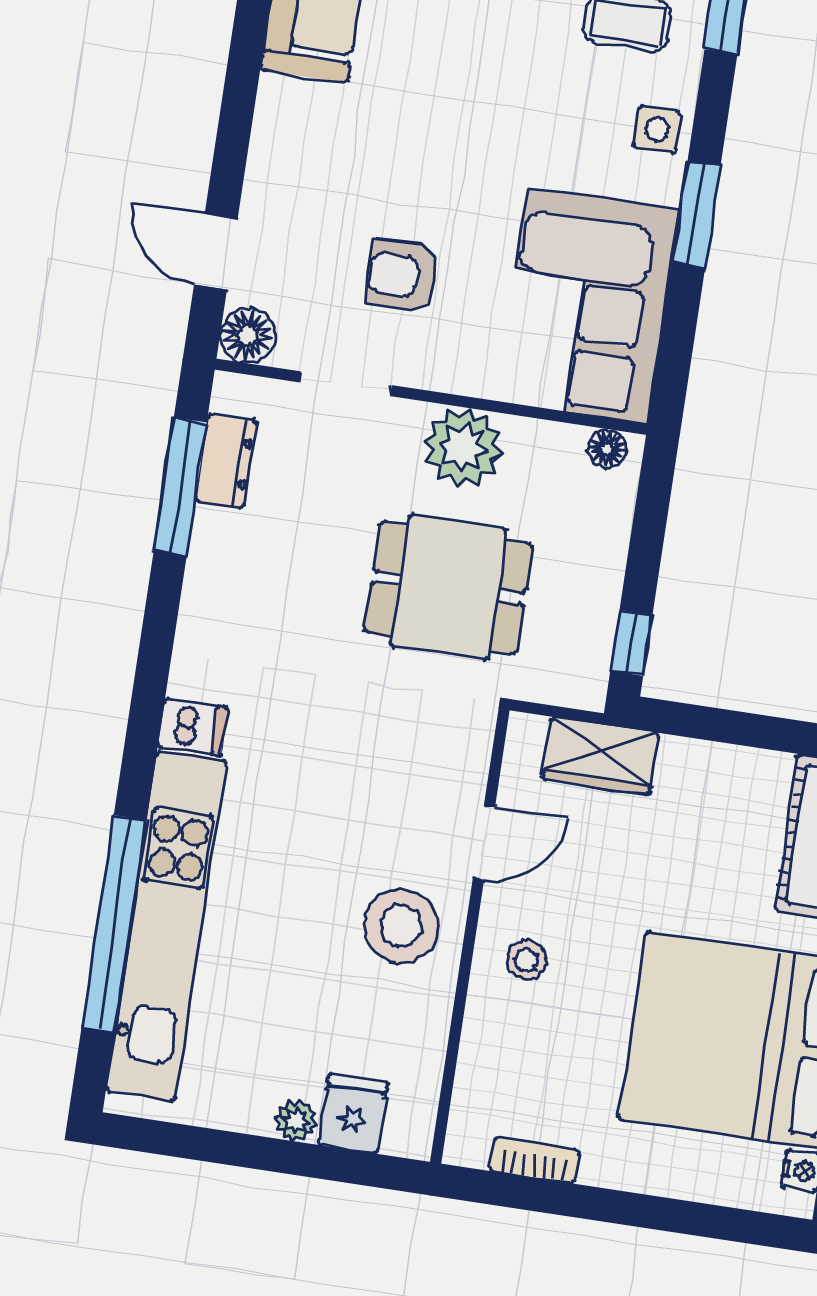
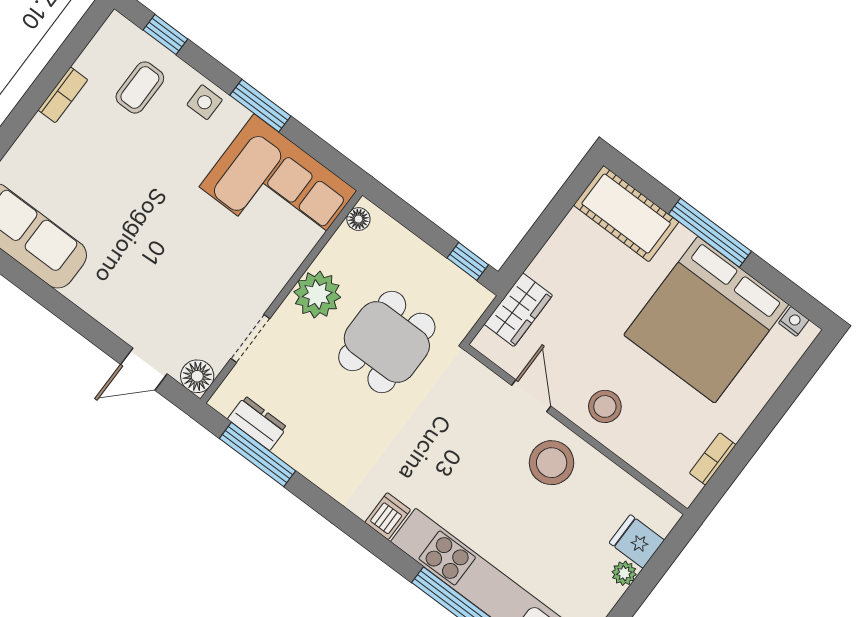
armchair: (402, 276) -> (210, 278), removed
stool: (527, 960) -> (605, 406), width x1.37, depth x1.37

